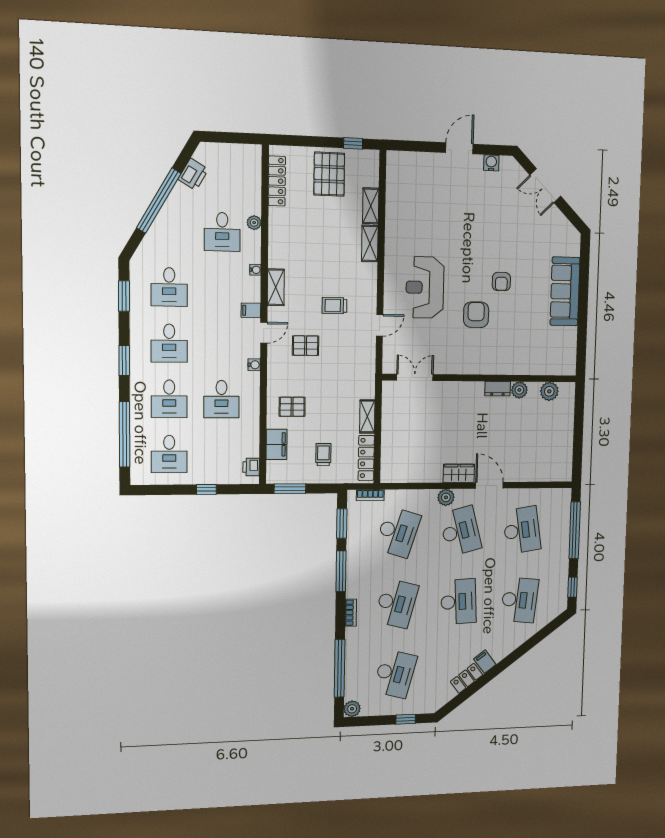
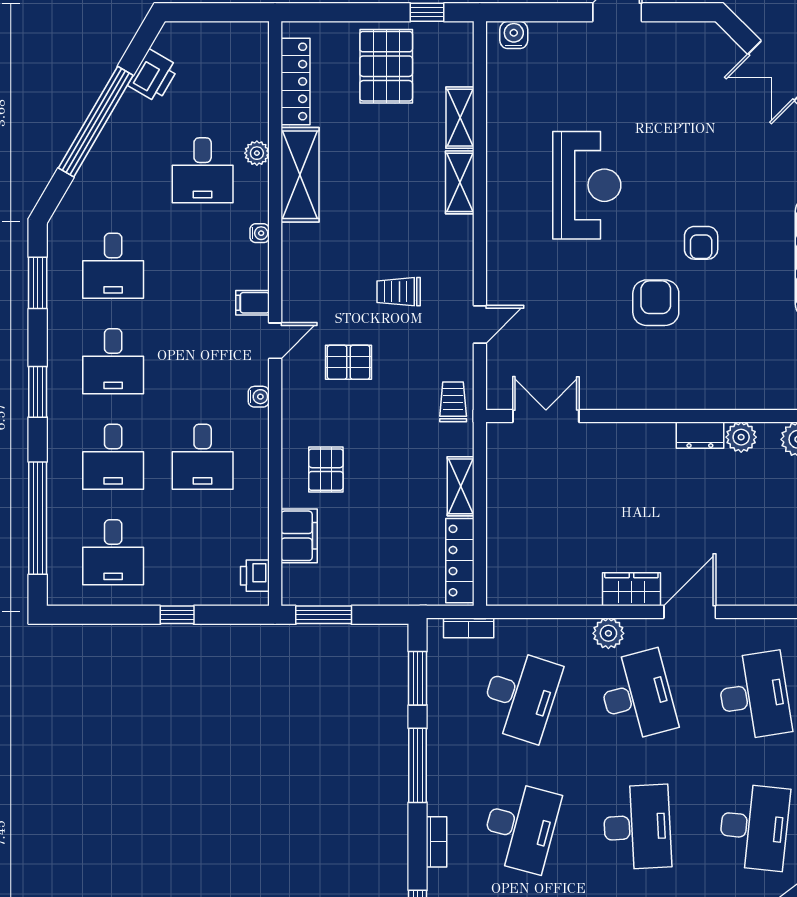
water cooler: (491, 163) -> (514, 35), moved
shelving: (276, 287) -> (300, 175), moved, width x1.50, depth x1.33
reception desk: (425, 287) -> (587, 185), moved, turned 180
pallet: (292, 407) -> (326, 470), turned 90
trolley: (323, 455) -> (453, 402), moved
door: (489, 485) -> (690, 612), hinge flipped

